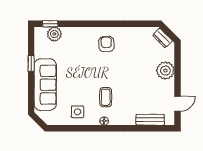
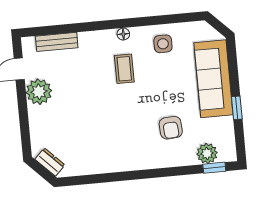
armchair: (106, 44) -> (171, 128), moved
plant: (165, 70) -> (39, 92), moved

